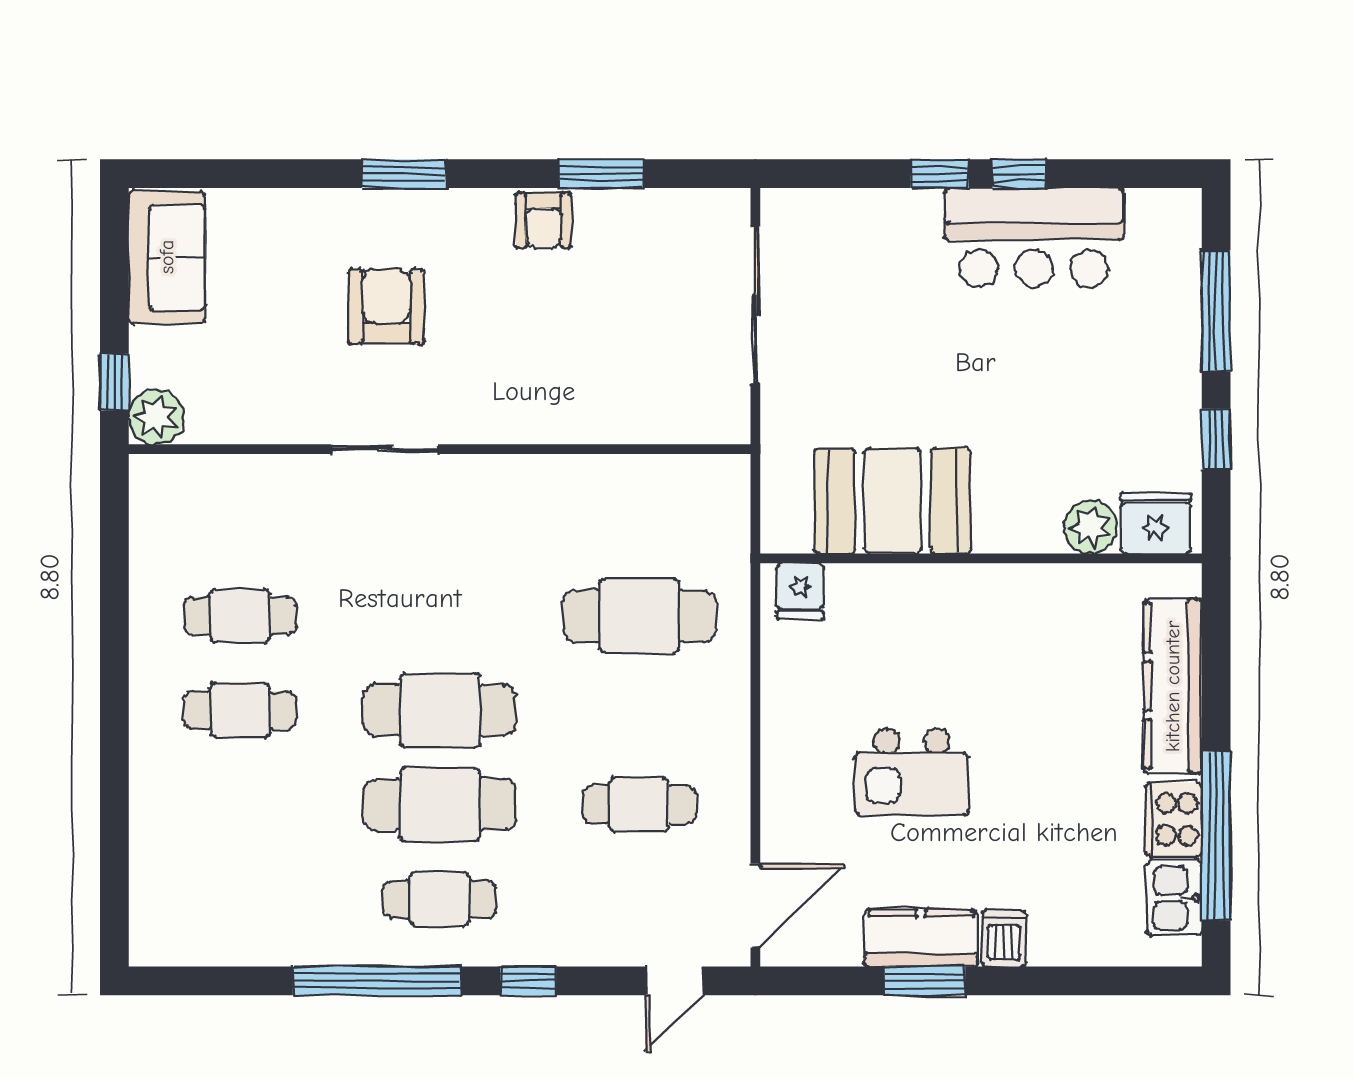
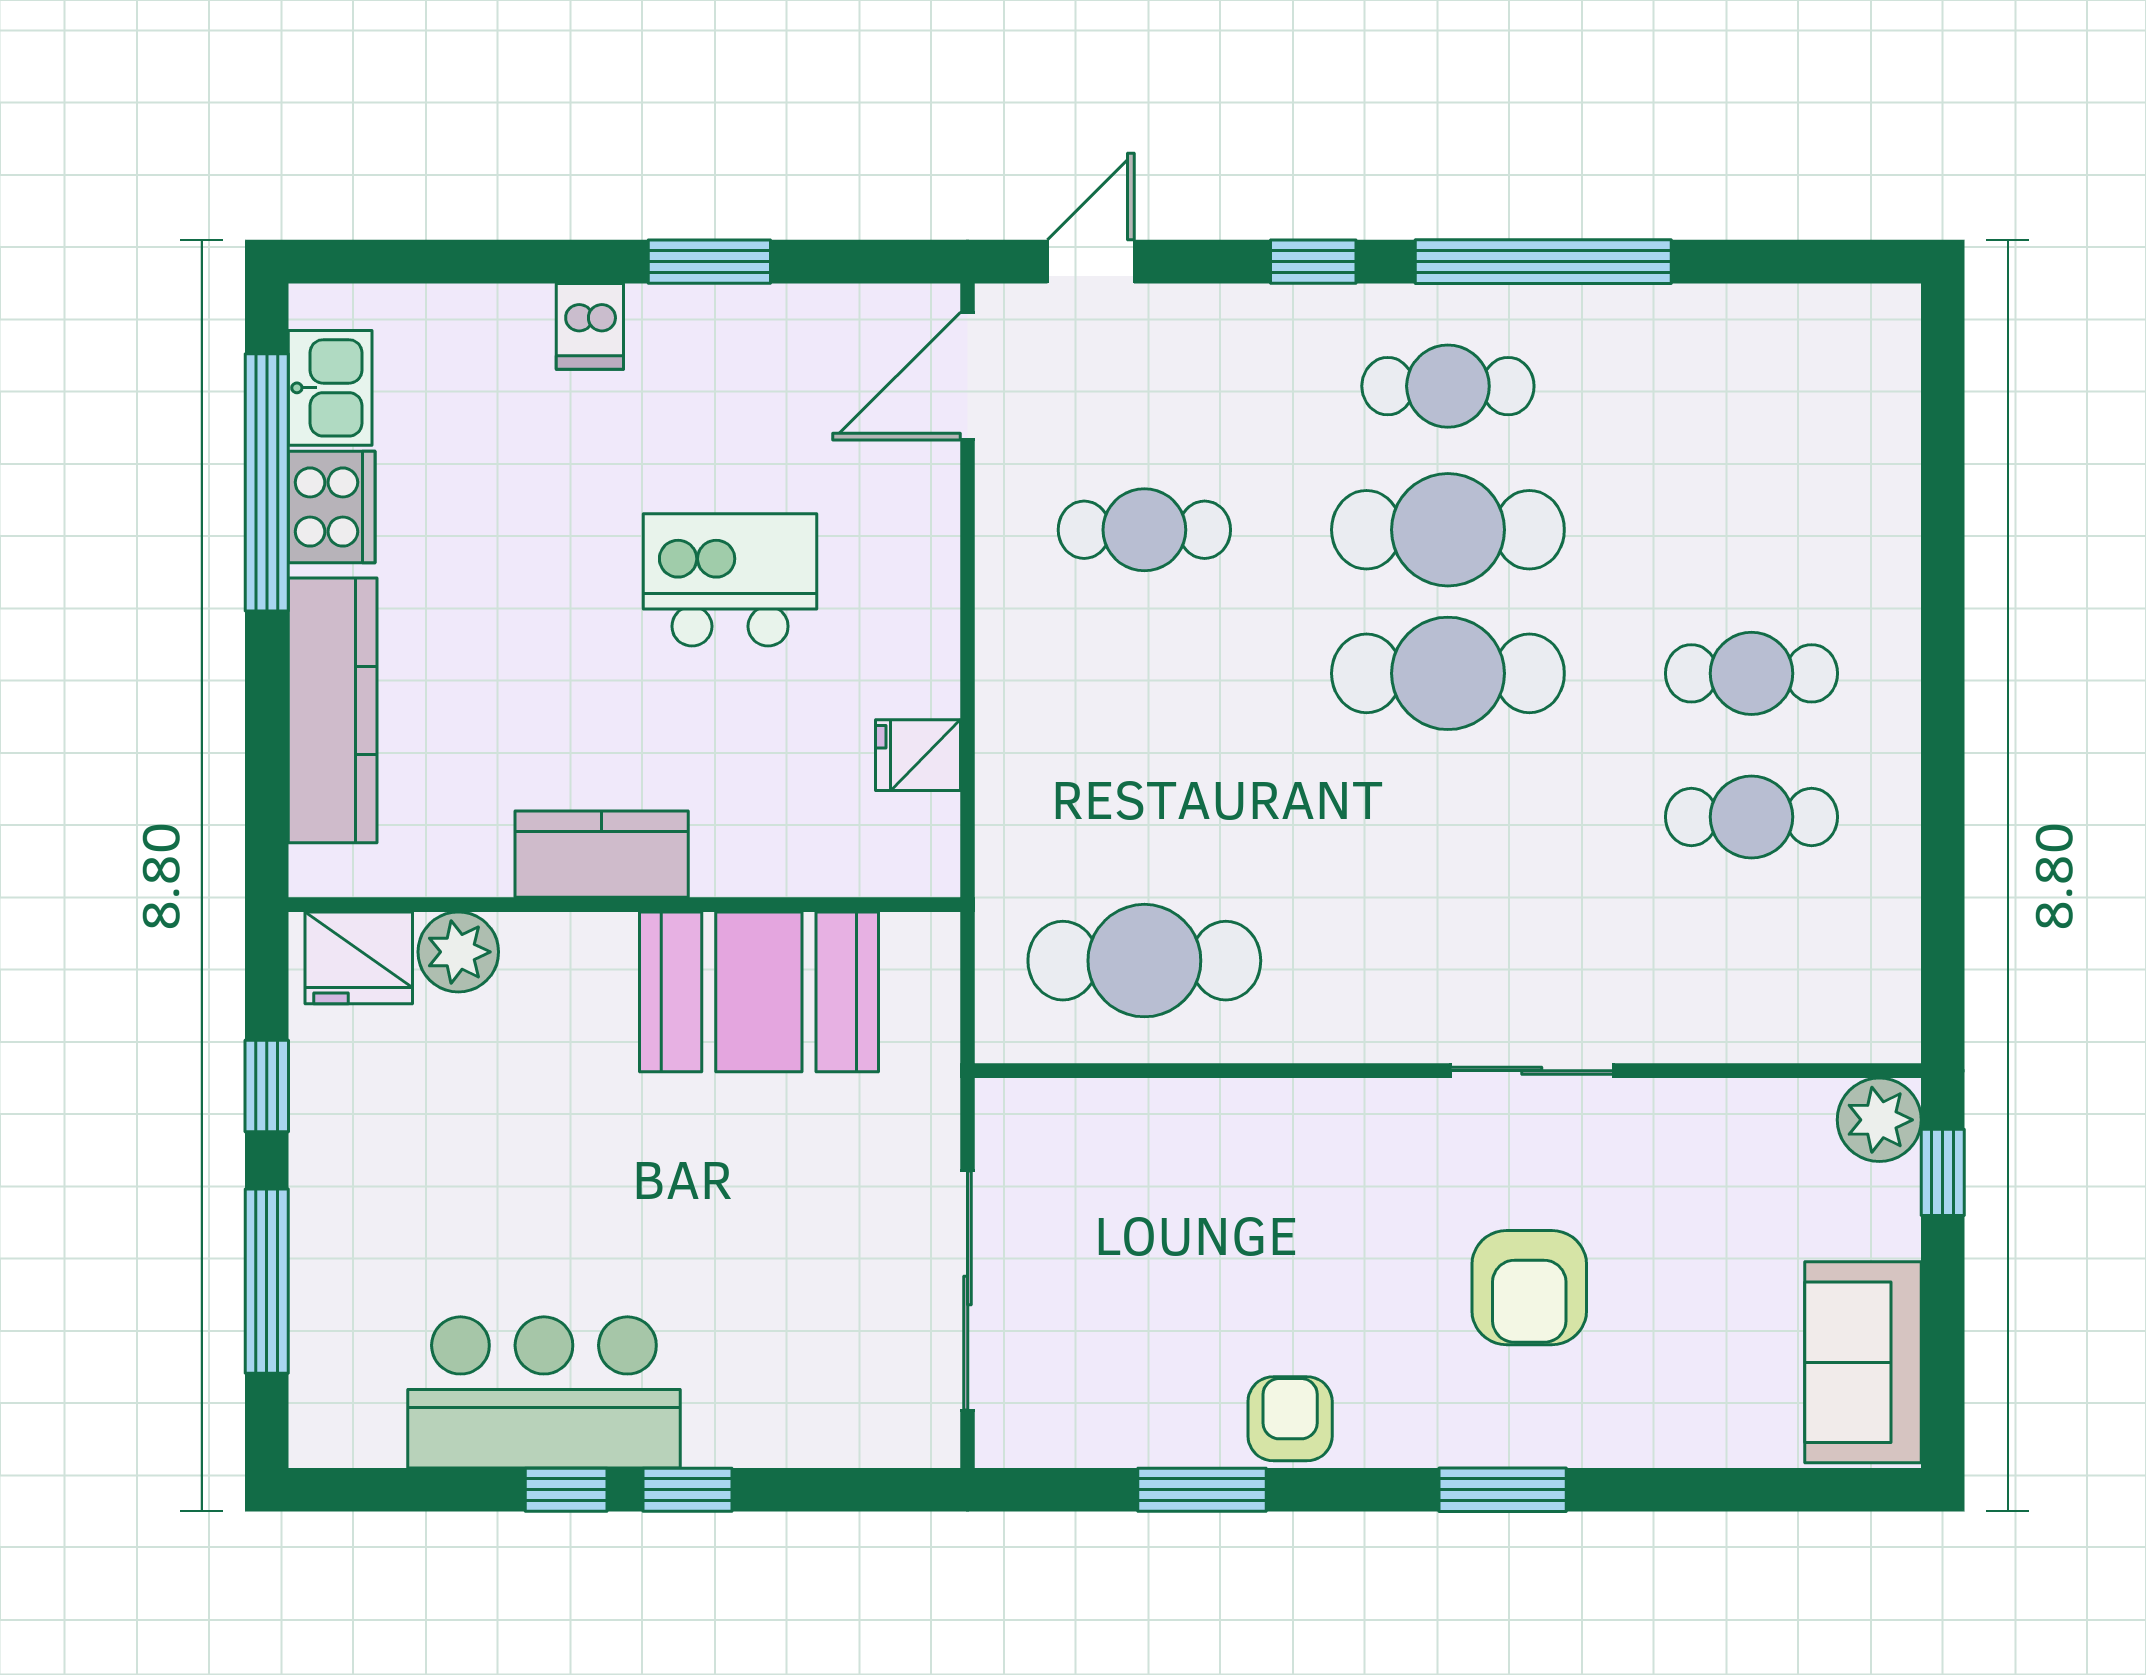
fridge: (800, 591) -> (918, 755), moved, turned -90
cafe table: (639, 616) -> (1144, 961), moved
kitchen counter: (921, 938) -> (602, 854), moved, turned 180

